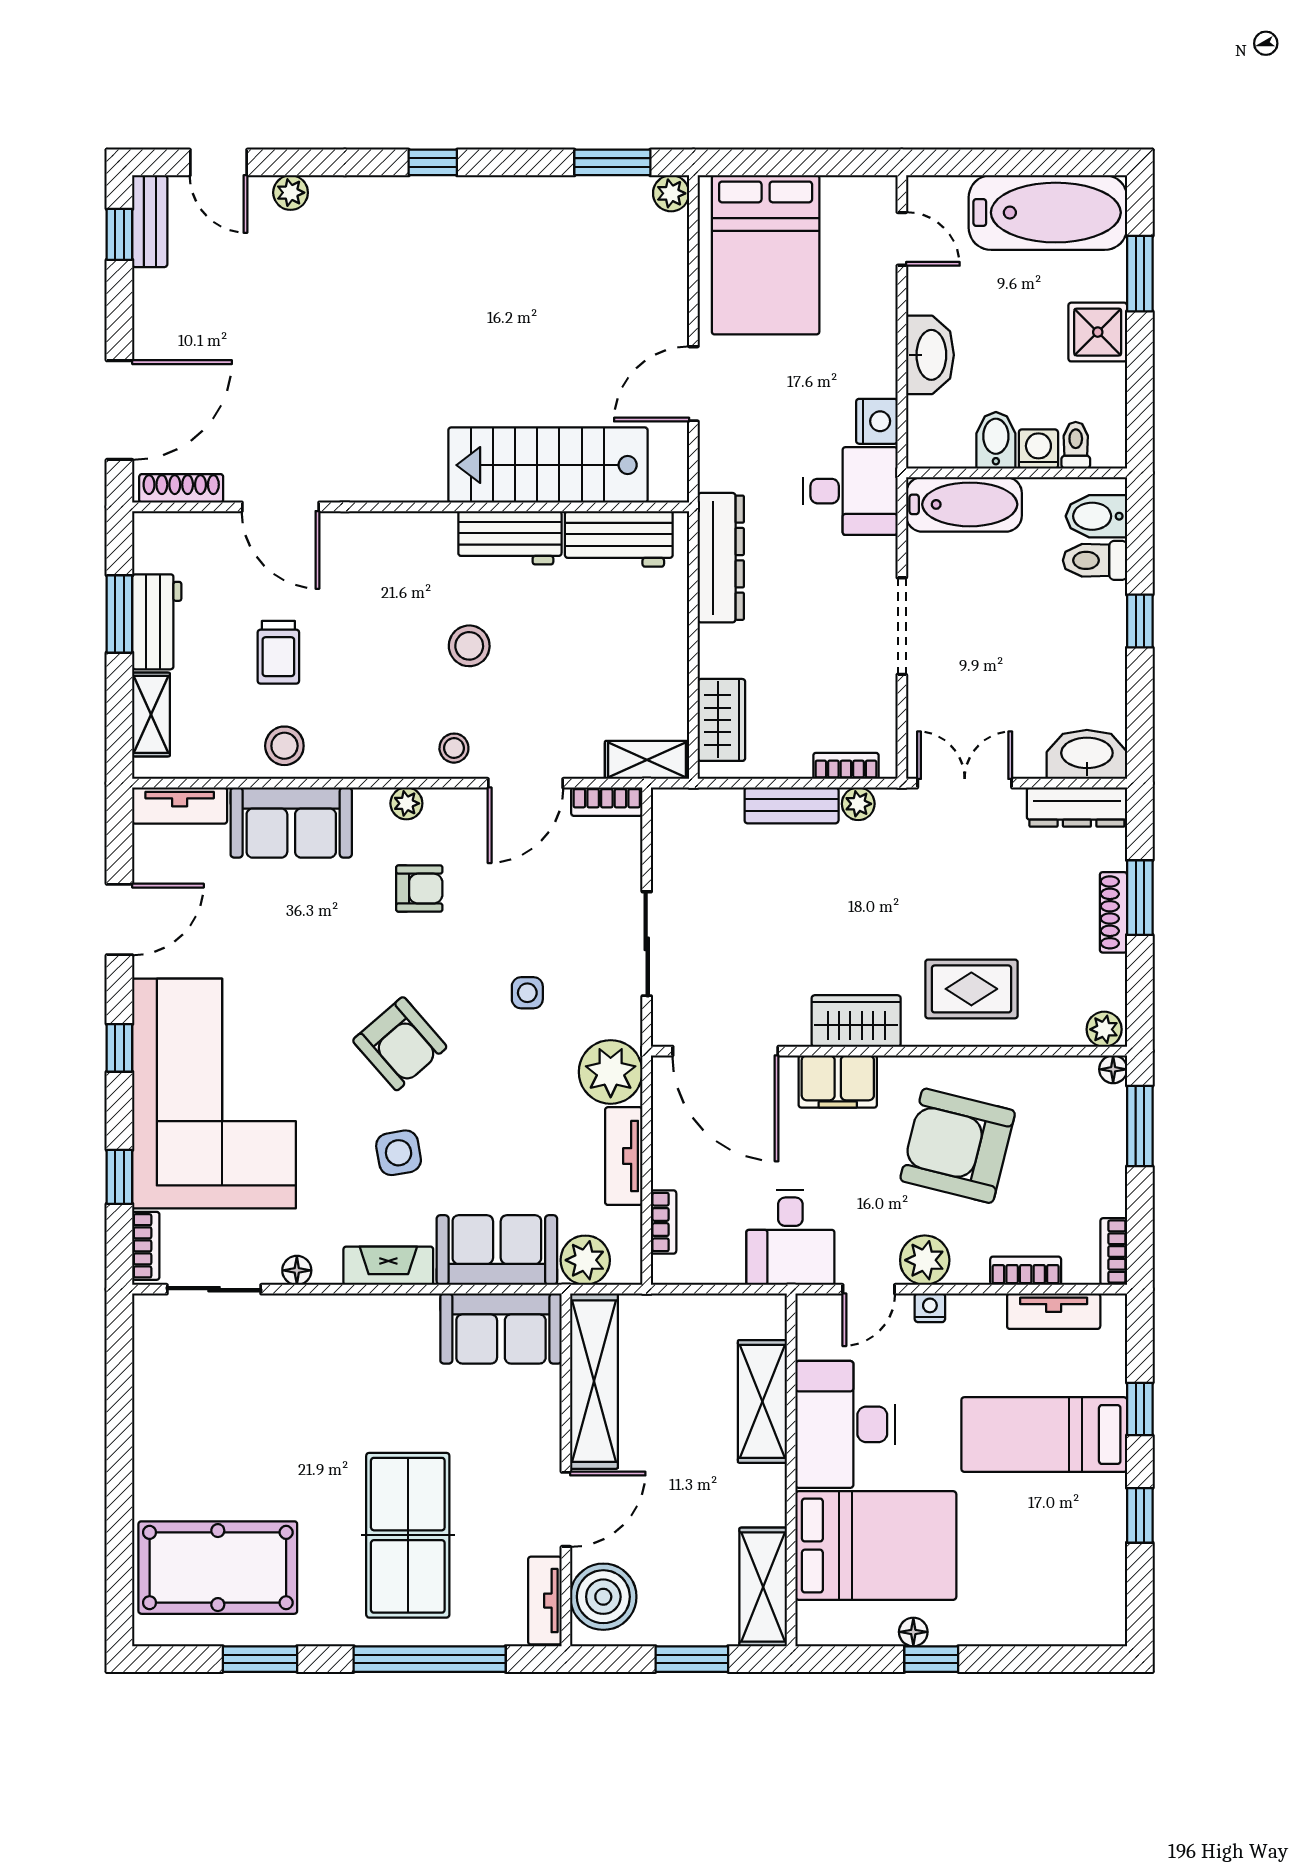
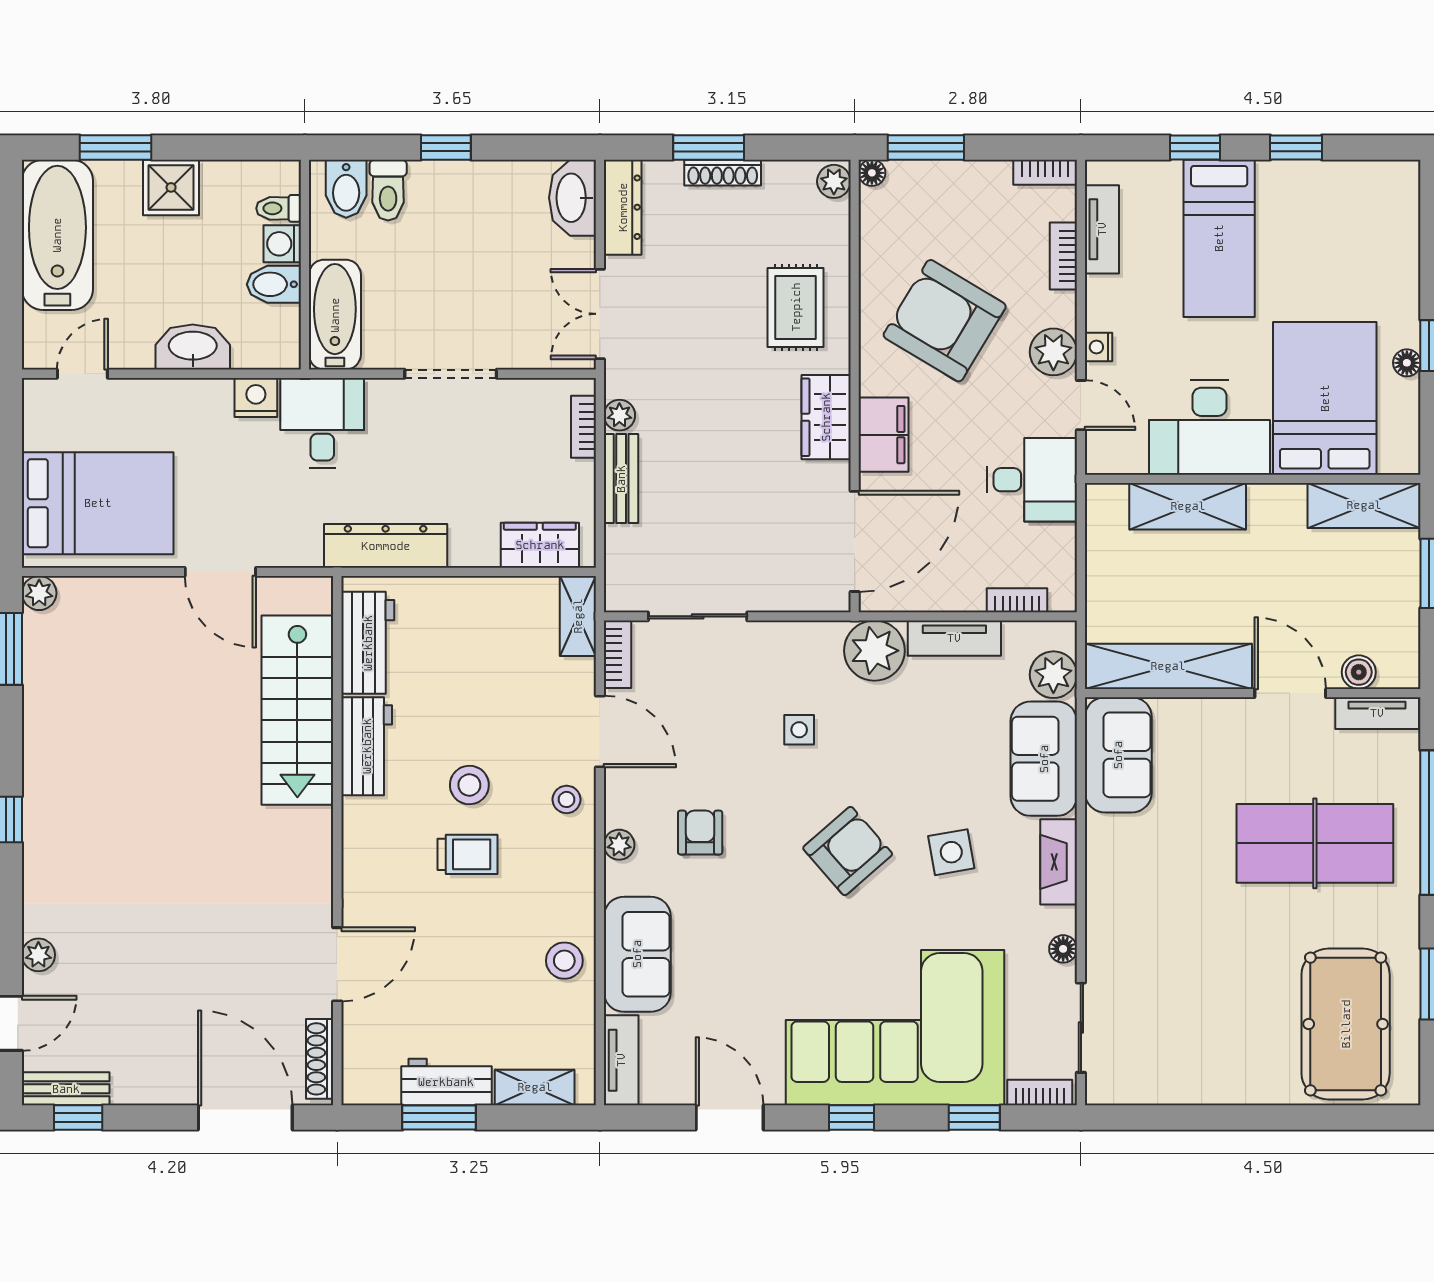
trolley: (278, 652) -> (467, 854), moved
sliding door: (647, 944) -> (698, 616), moved
armchair: (958, 1146) -> (945, 321), turned 107
boiler: (603, 1597) -> (1359, 672), width x0.54, depth x0.54

